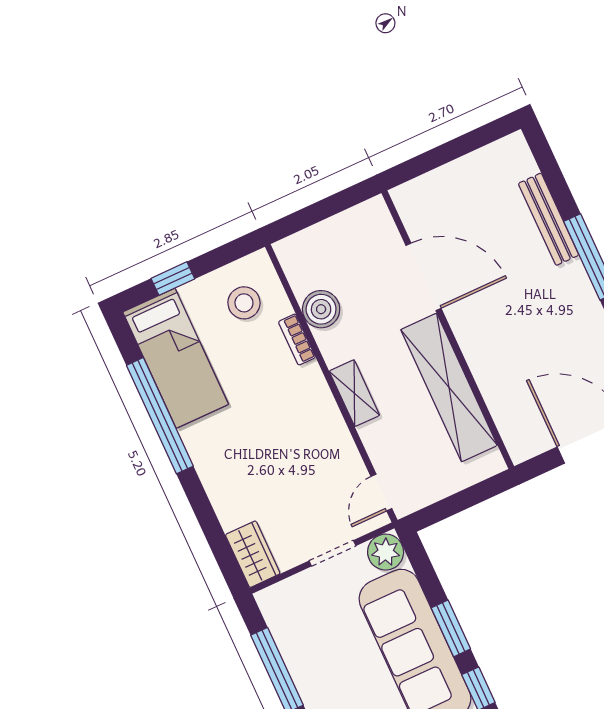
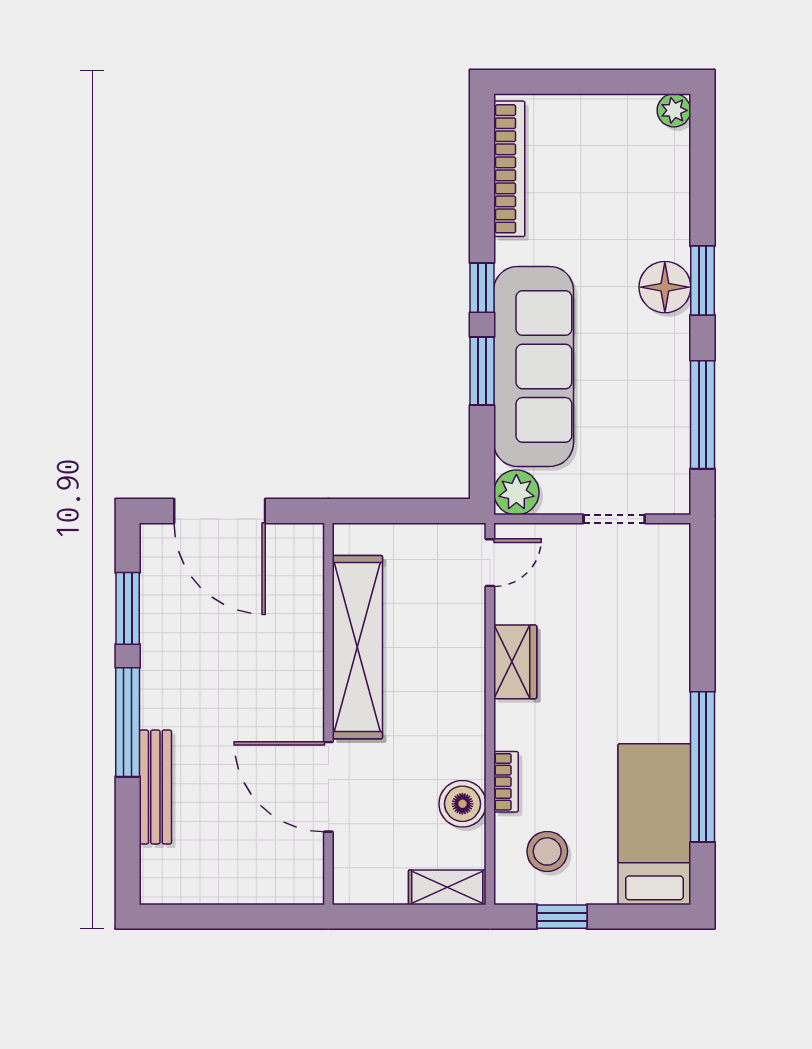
window: (173, 279) -> (562, 917), moved
shelving: (354, 393) -> (447, 887), moved, turned 90
doorway: (332, 553) -> (614, 519), moved
wardrobe: (253, 554) -> (515, 662), moved, turned 180

